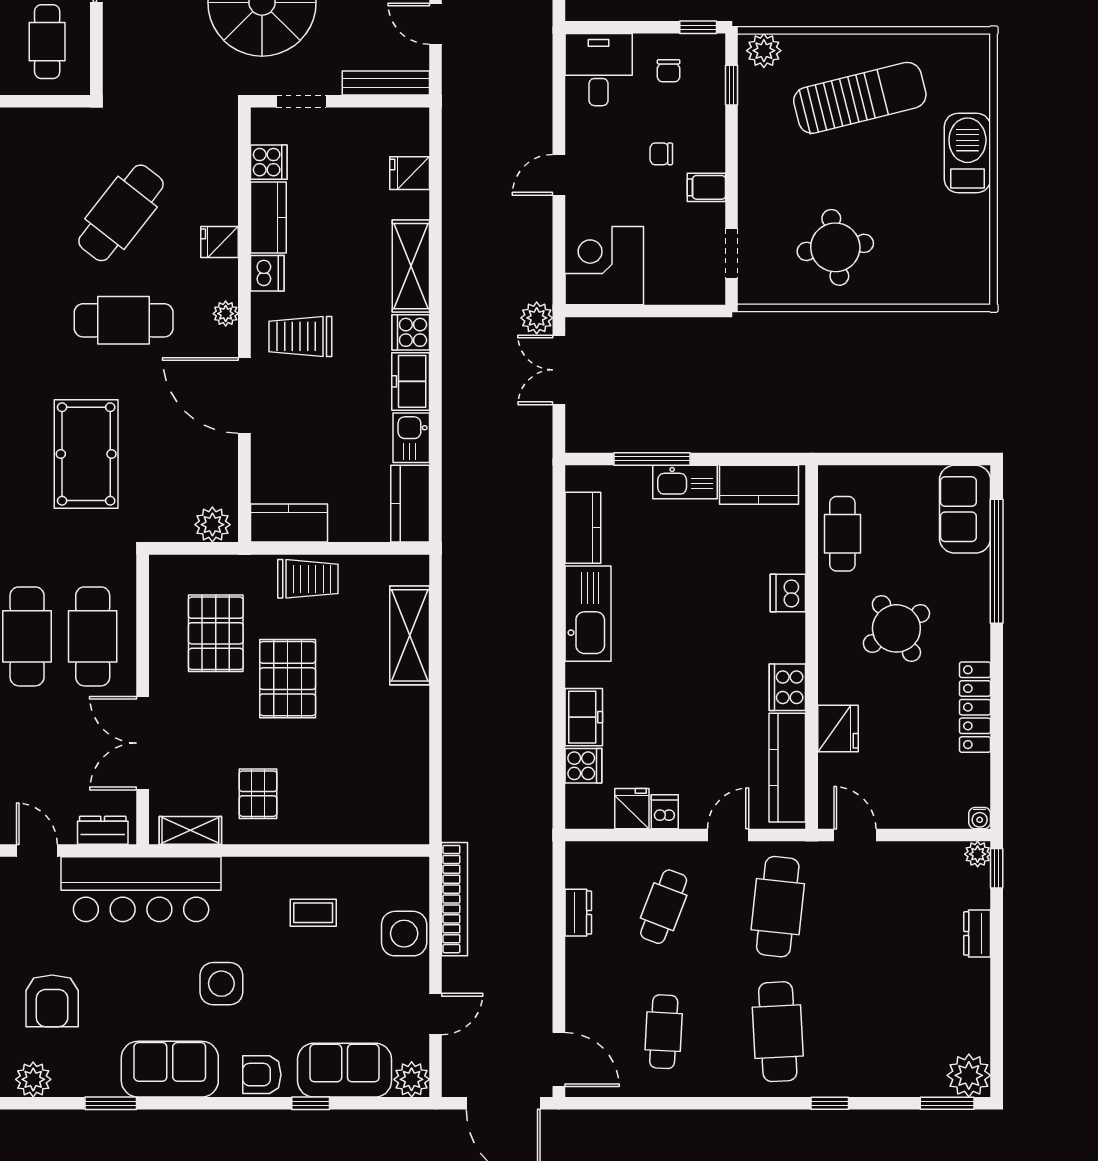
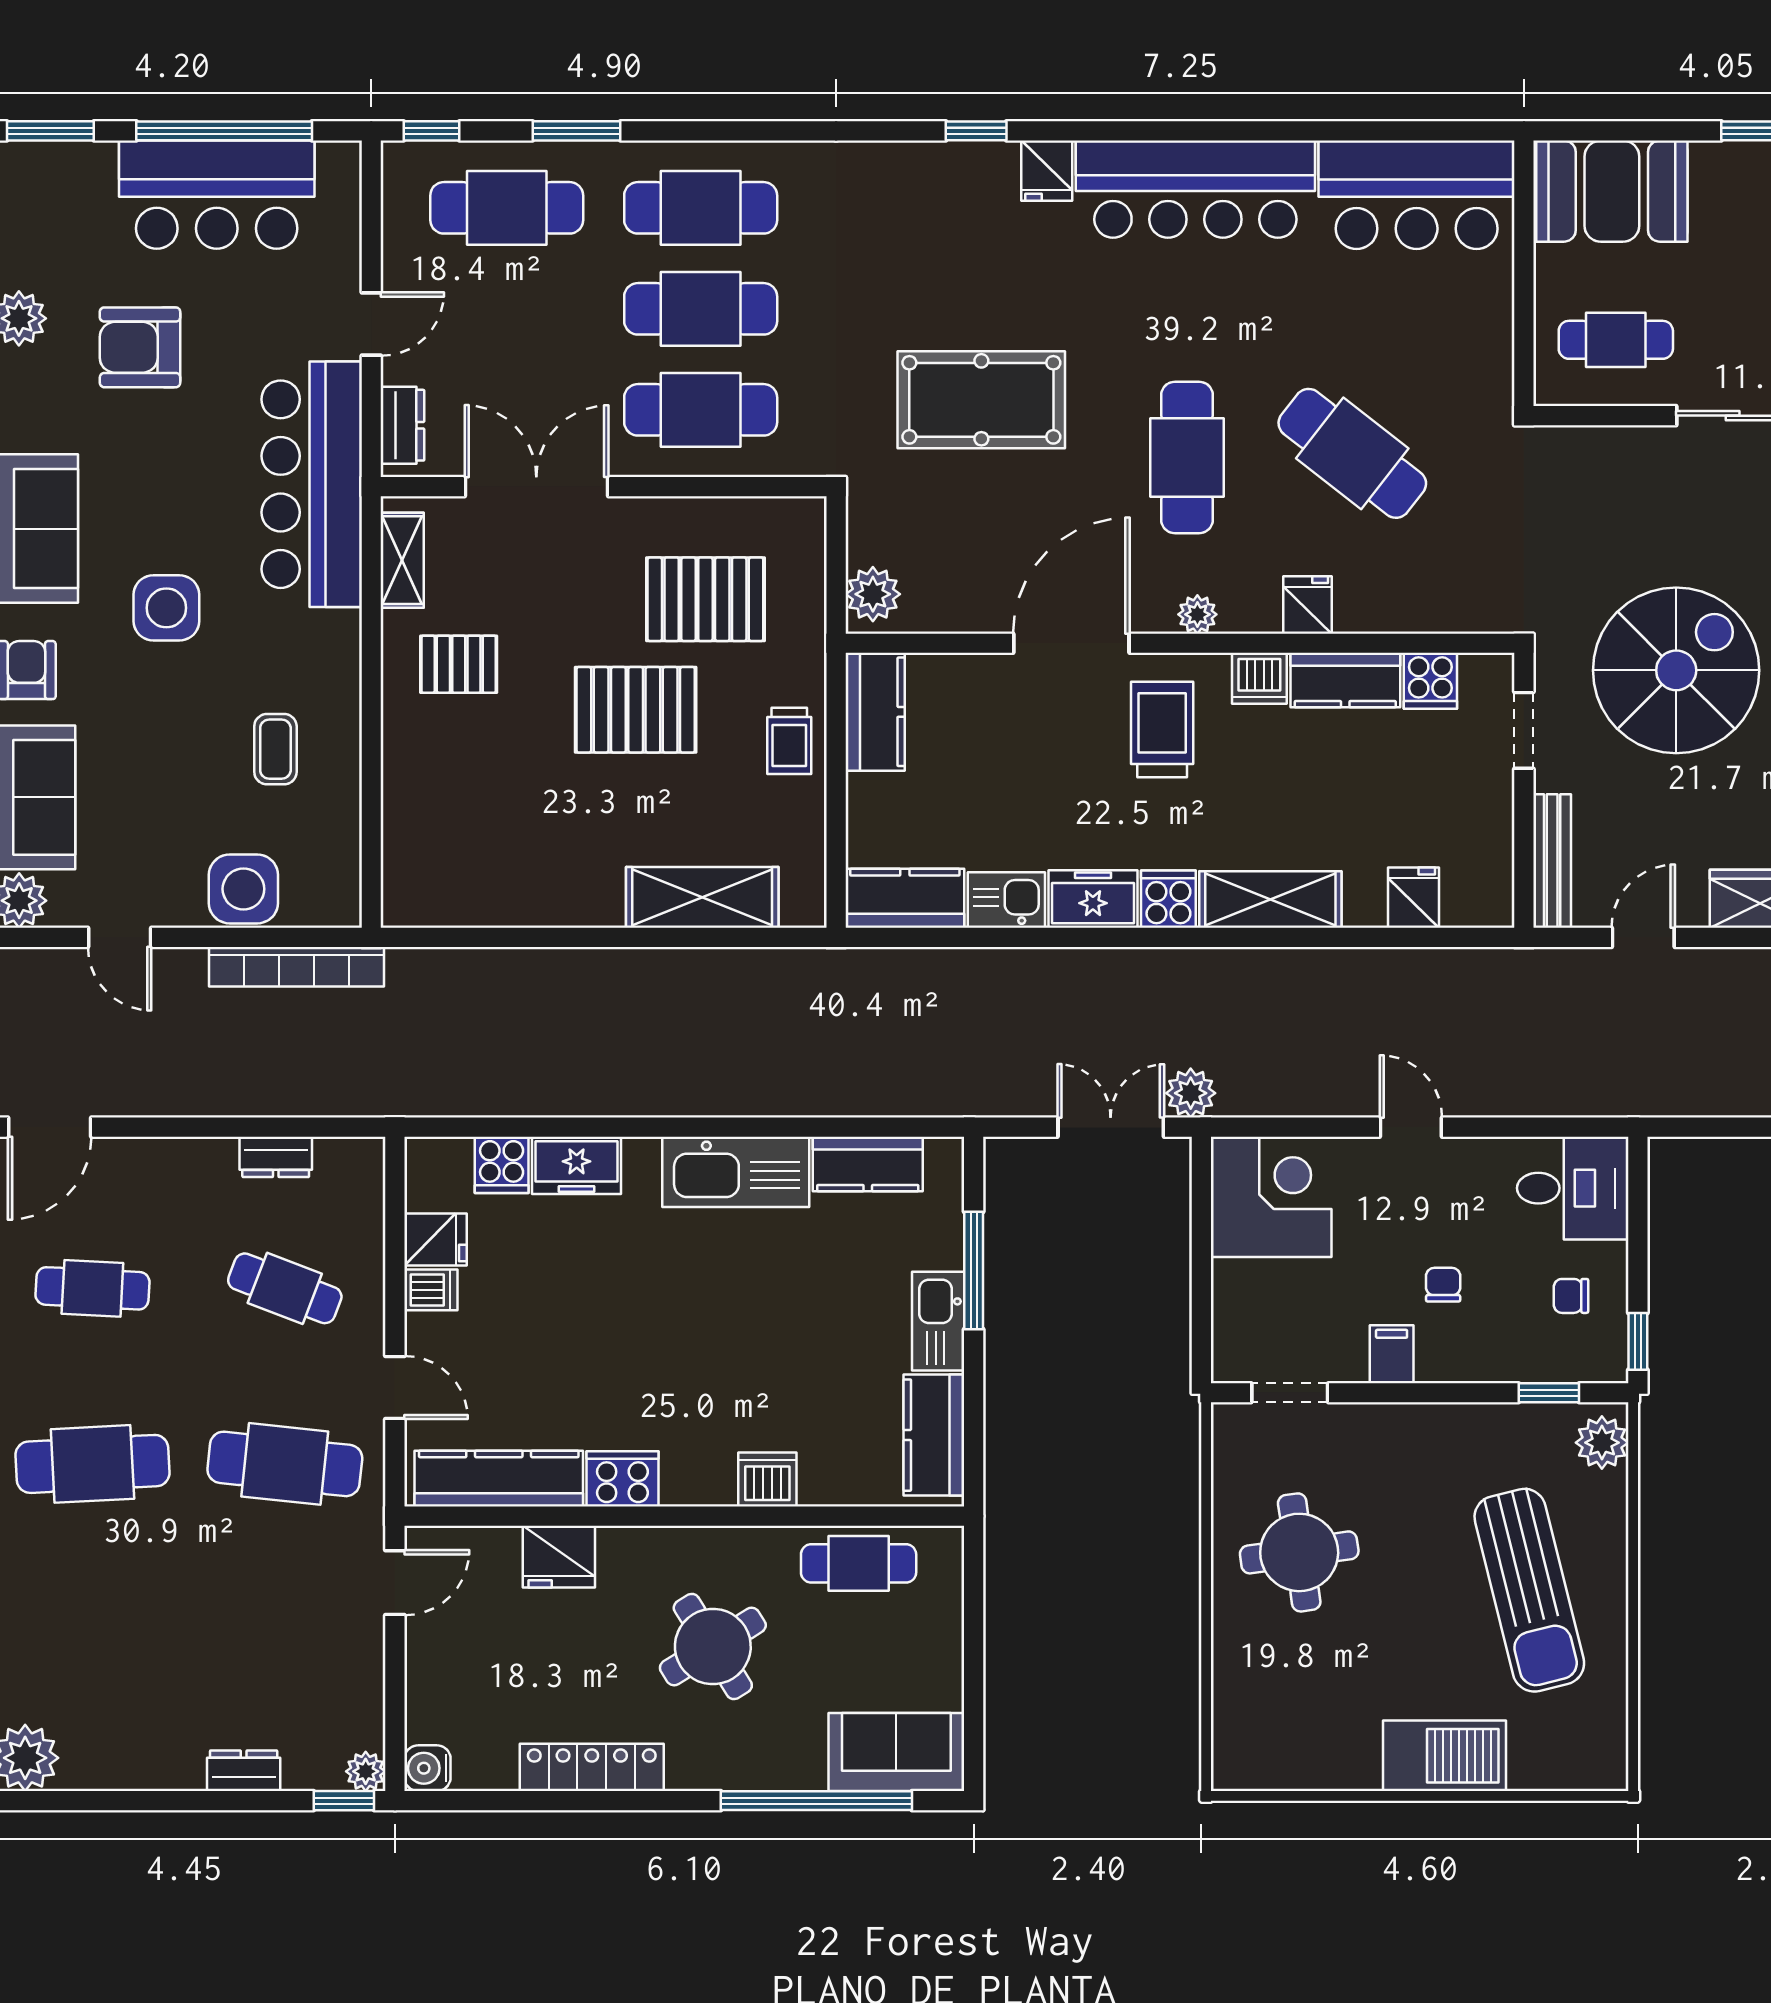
trolley: (308, 579) -> (789, 741), width x0.73, depth x0.72
water cooler: (980, 818) -> (427, 1768), width x1.38, depth x1.38

